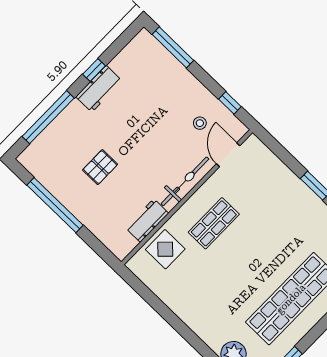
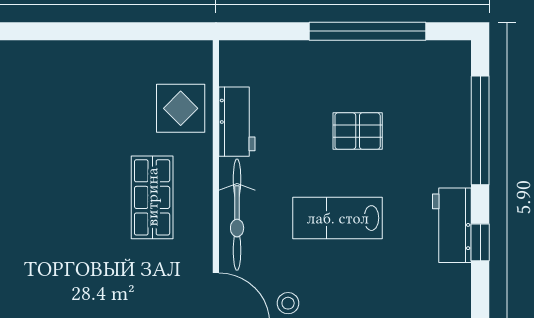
lab bench: (144, 139) -> (338, 218), added
pallet: (100, 167) -> (358, 131), turned 90

